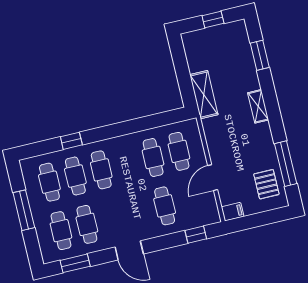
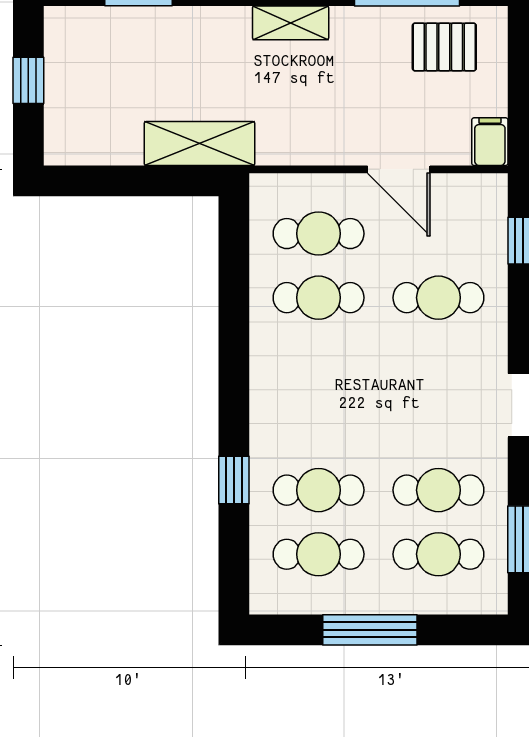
shelving: (258, 106) -> (291, 23), moved
cafe table: (101, 170) -> (319, 426), removed

